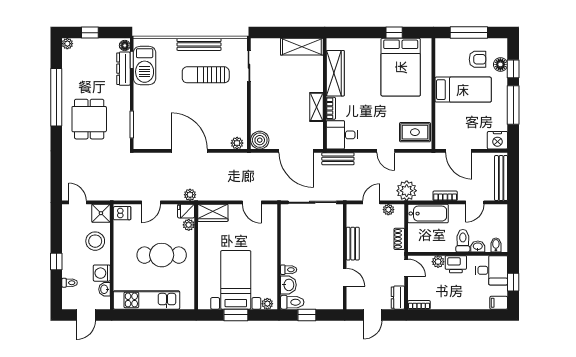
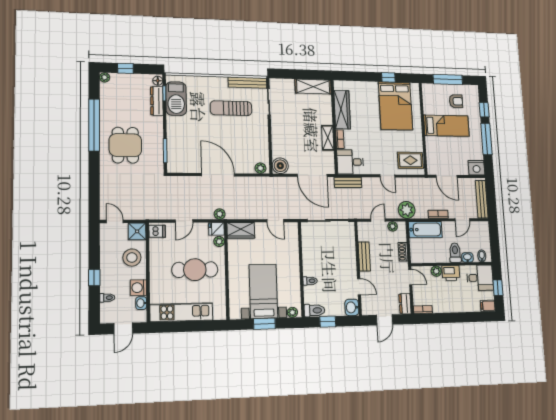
bench: (199, 44) -> (247, 83), moved
floor lamp: (500, 64) -> (474, 106), removed
washbasin: (288, 285) -> (352, 307), moved, turned 180

